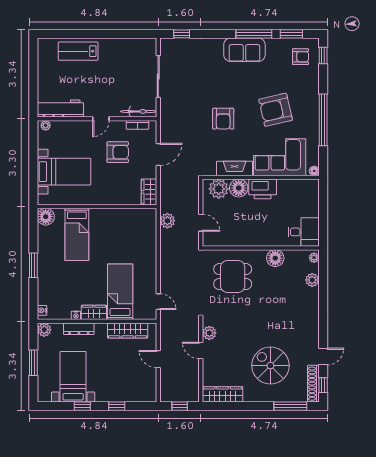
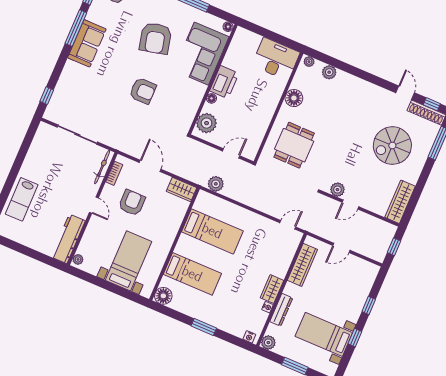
fireplace: (235, 168) -> (194, 100), removed
floor lamp: (239, 188) -> (212, 98), width x0.53, depth x0.53
desk: (304, 232) -> (276, 59), width x1.37
bed: (120, 292) -> (212, 231), moved, turned 180

